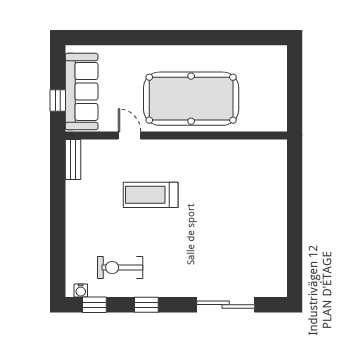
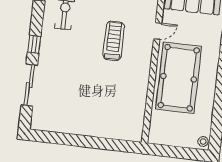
stool: (276, 54) -> (203, 141), added
window: (146, 305) -> (34, 44), moved

